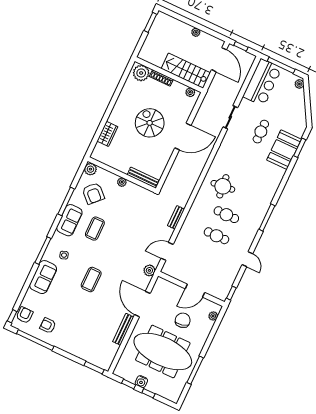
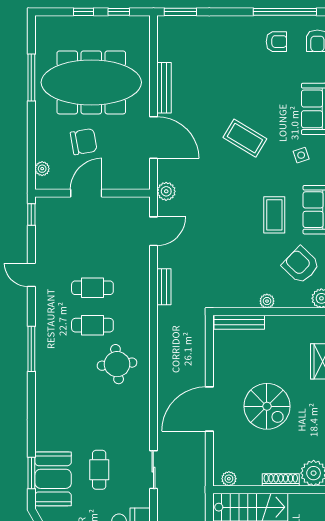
booth: (284, 150) -> (53, 479), moved
coffee table: (91, 280) -> (245, 138), turned -59
chair: (183, 320) -> (84, 142), turned -87
water cooler: (141, 382) -> (102, 24), removed

